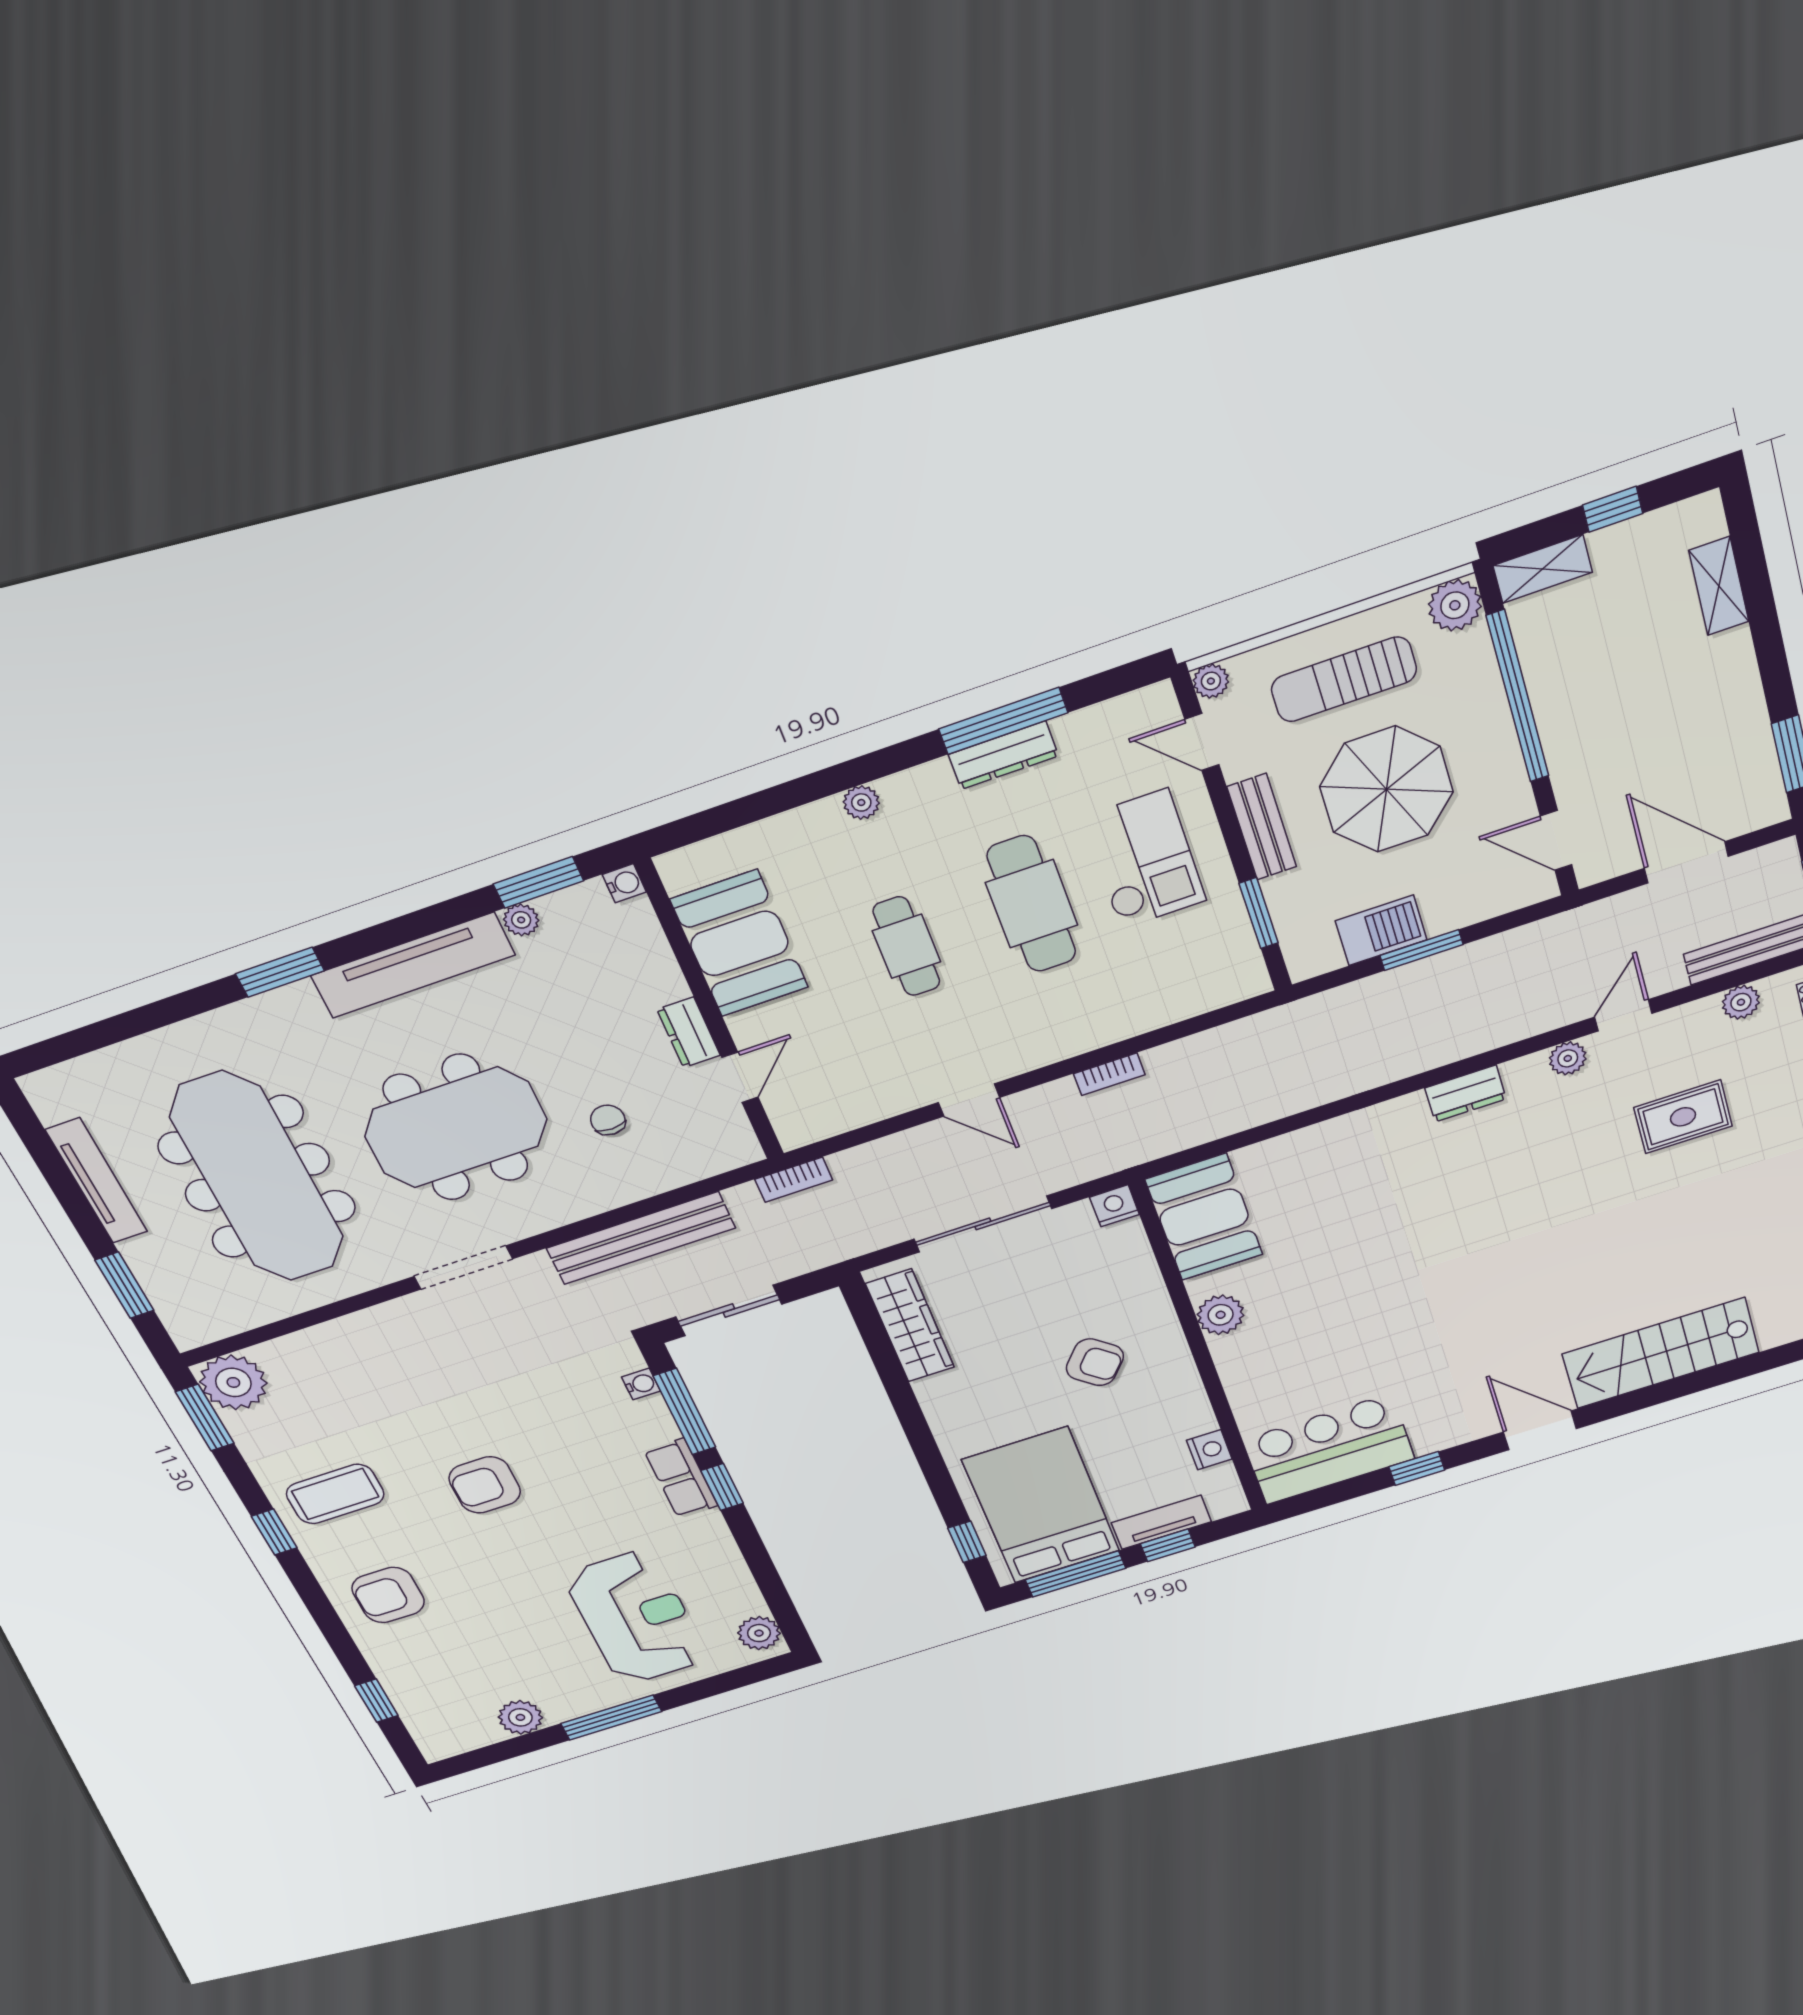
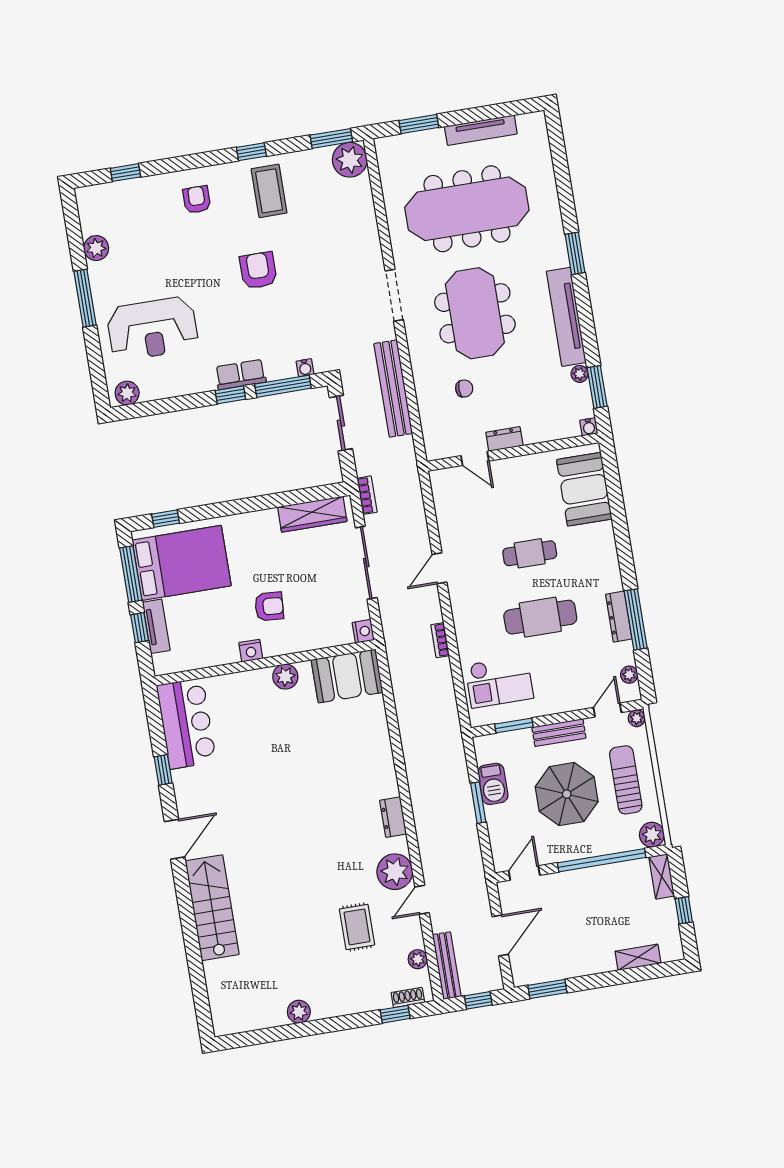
plant: (861, 802) -> (629, 675), moved
checkout: (1144, 859) -> (499, 682), moved
booth: (739, 943) -> (584, 489), moved, turned 90
door: (1623, 1015) -> (422, 900), swing flipped
plant: (1568, 1058) -> (395, 872), width x1.87, depth x1.87
bookcase: (794, 1180) -> (367, 495), moved, turned 180
armchair: (1095, 1362) -> (269, 606), turned -126
nightstand: (1209, 1450) -> (251, 651), moved
armchair: (388, 1595) -> (197, 200), width x0.72, depth x0.72

